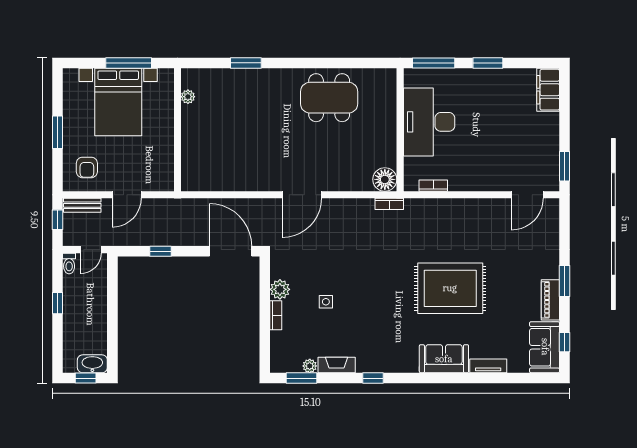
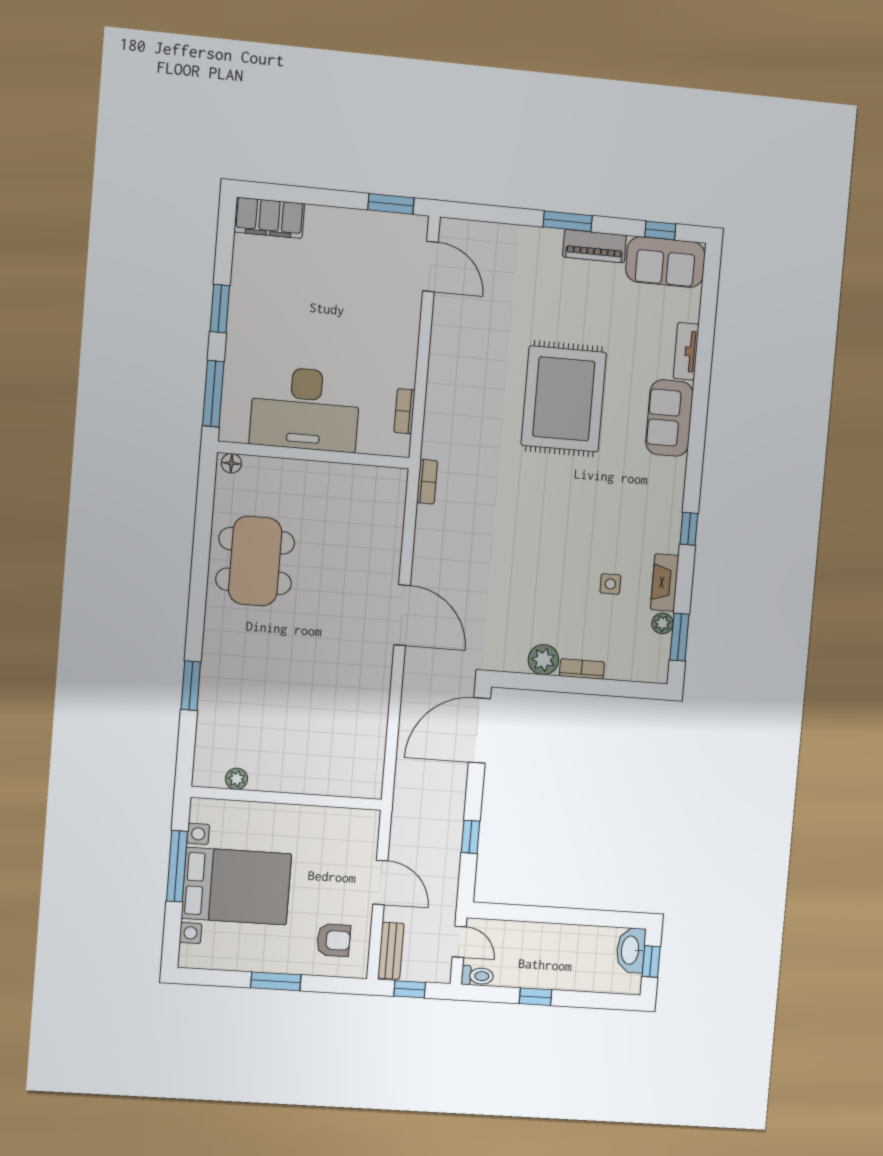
floor lamp: (385, 179) -> (231, 463), moved, width x0.53, depth x0.53
side table: (326, 302) -> (610, 584), moved

